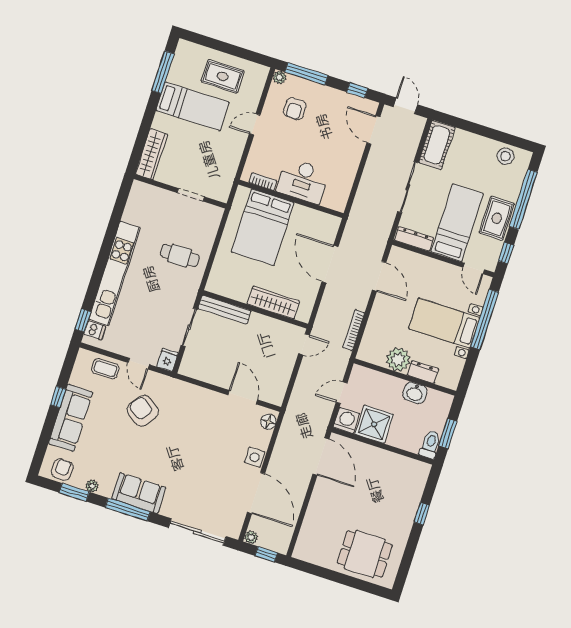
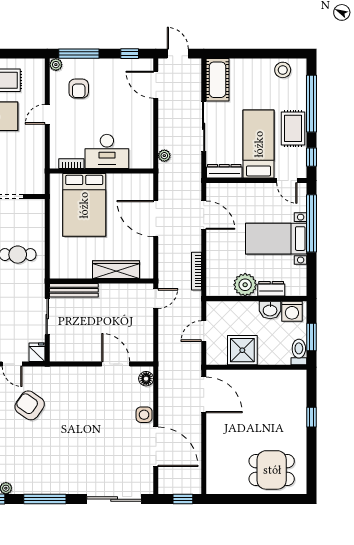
washing machine: (346, 420) -> (292, 311), moved, turned 180
sofa: (139, 493) -> (50, 481), removed
plant: (251, 537) -> (164, 156), moved

